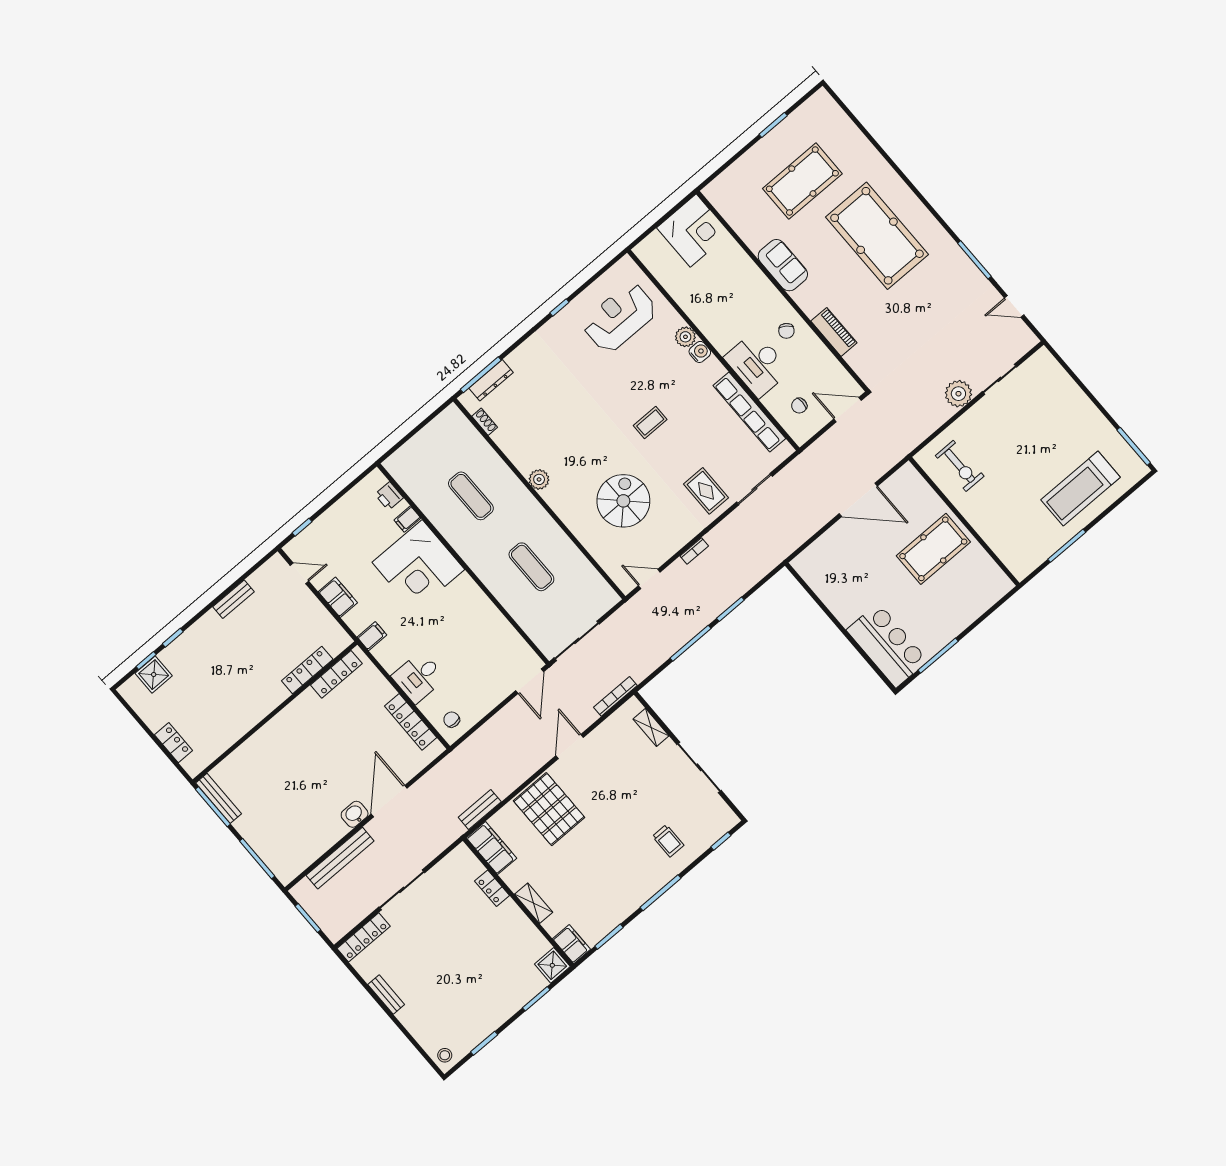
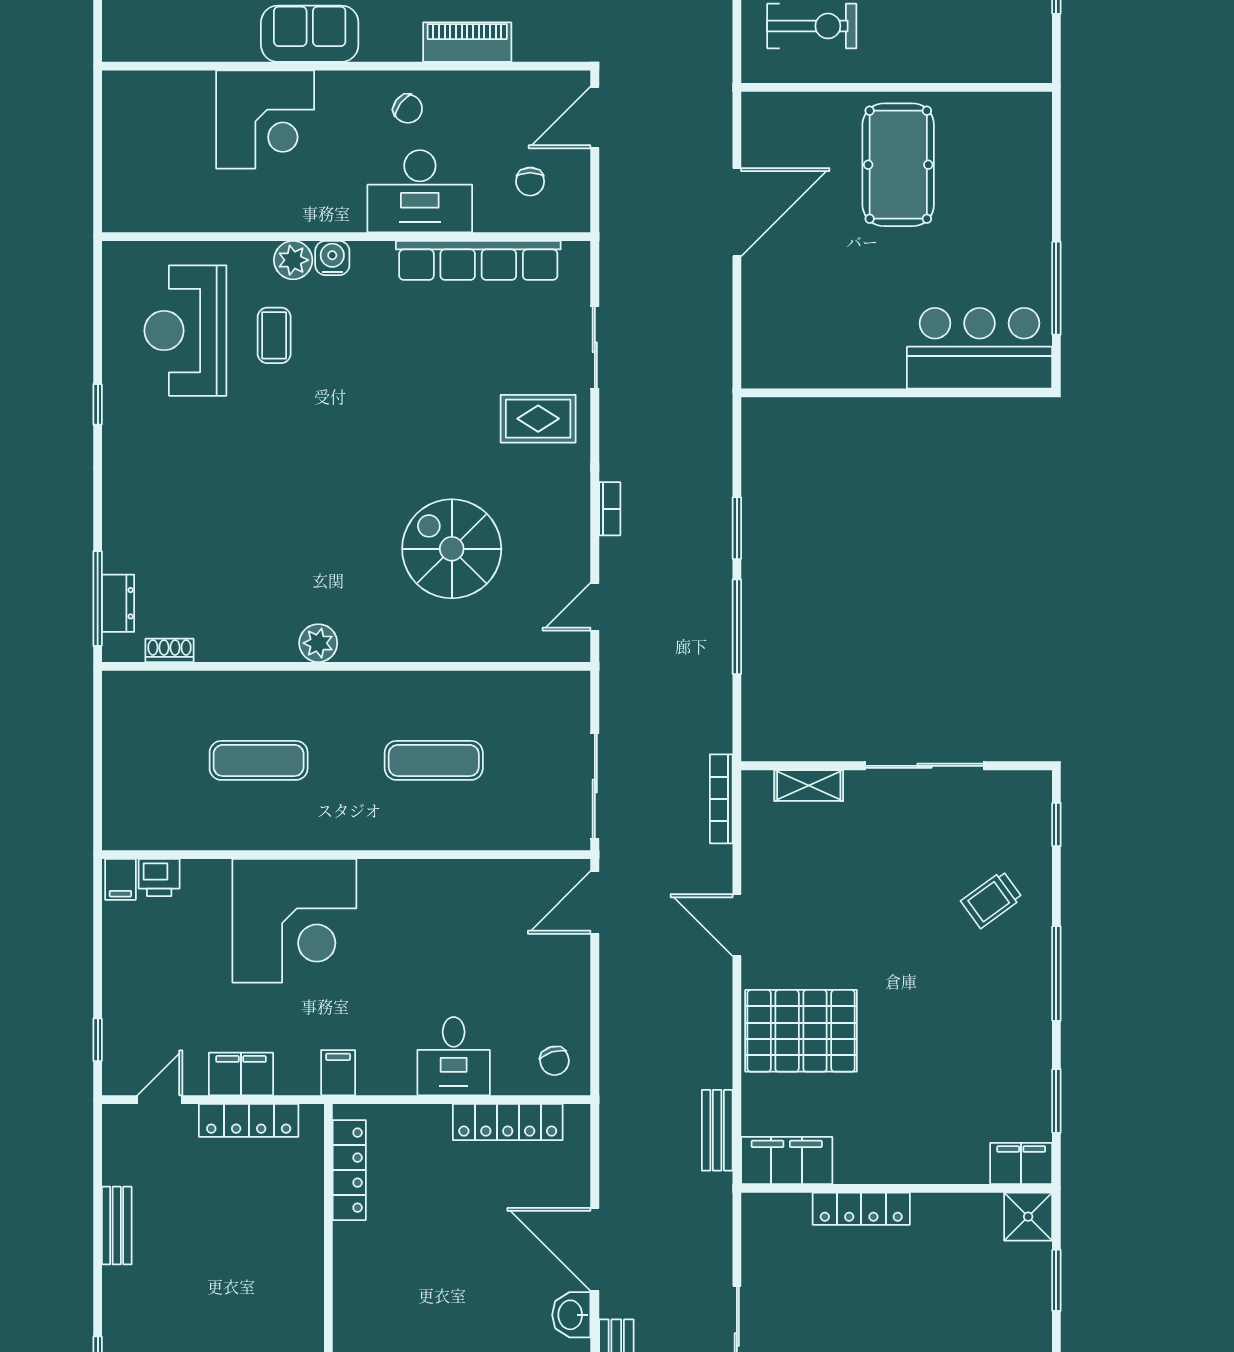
corner desk: (693, 231) -> (265, 120), moved, turned 90
dresser: (491, 380) -> (118, 603), width x0.70
coffee table: (650, 423) -> (274, 335), moved
filing cabinet: (407, 519) -> (120, 879), moved
locker: (307, 670) -> (249, 1120), moved, turned -90
door: (530, 681) -> (595, 903), swing flipped
chair: (452, 720) -> (555, 1061), turned -107
trolley: (668, 841) -> (992, 900), turned 144
locker: (492, 888) -> (861, 1209), width x1.53
shelving: (534, 903) -> (917, 1168), removed

